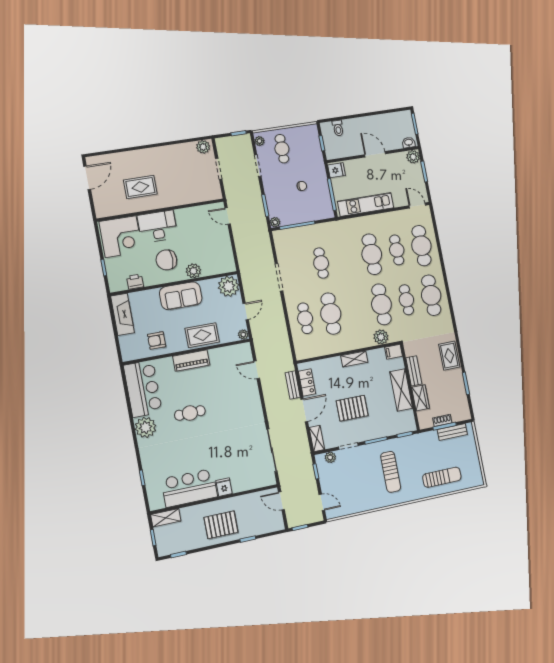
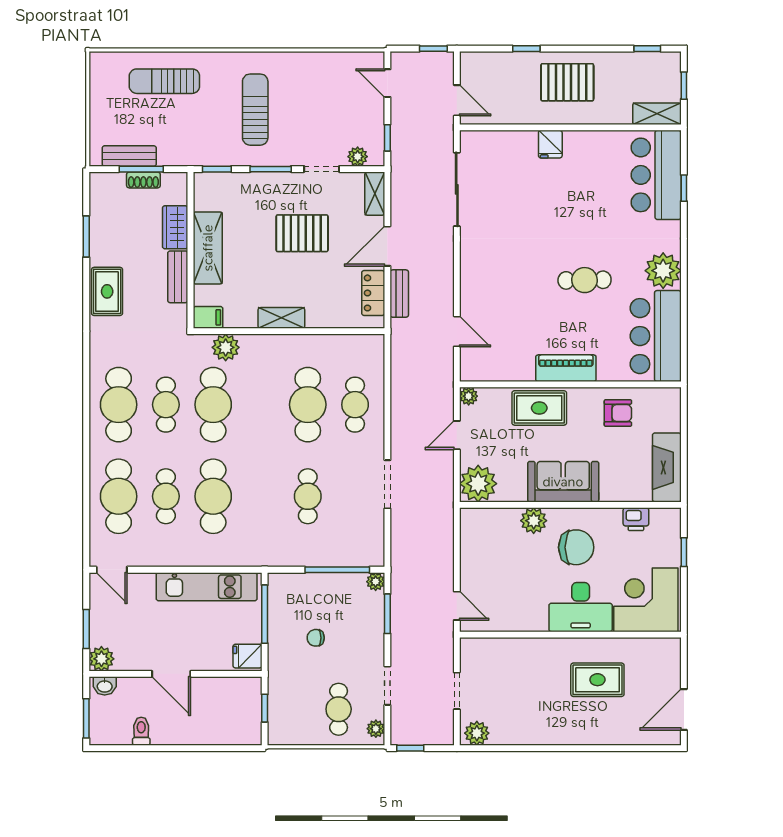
toilet: (338, 128) -> (141, 731), moved
bar counter: (189, 488) -> (656, 175), moved, turned 90

